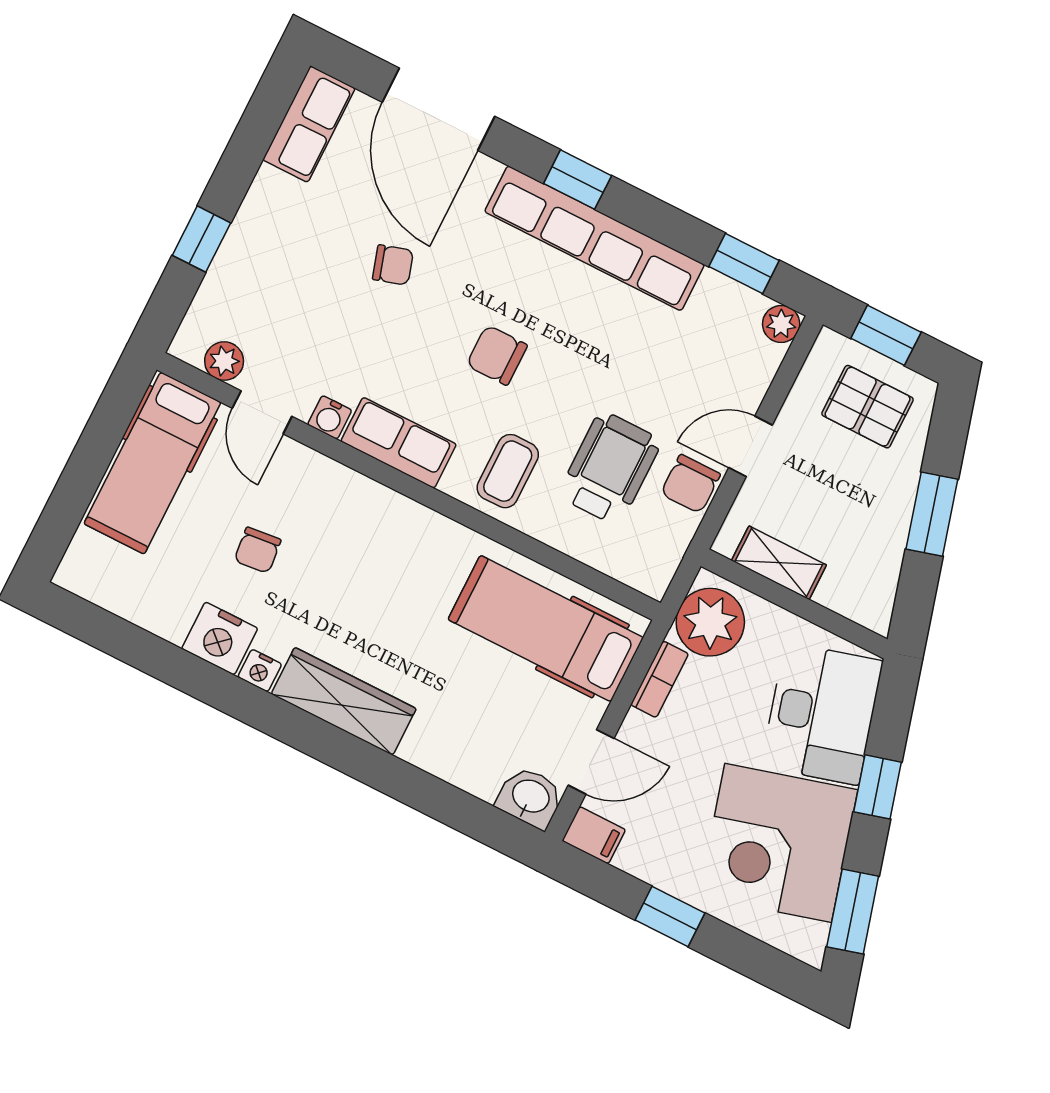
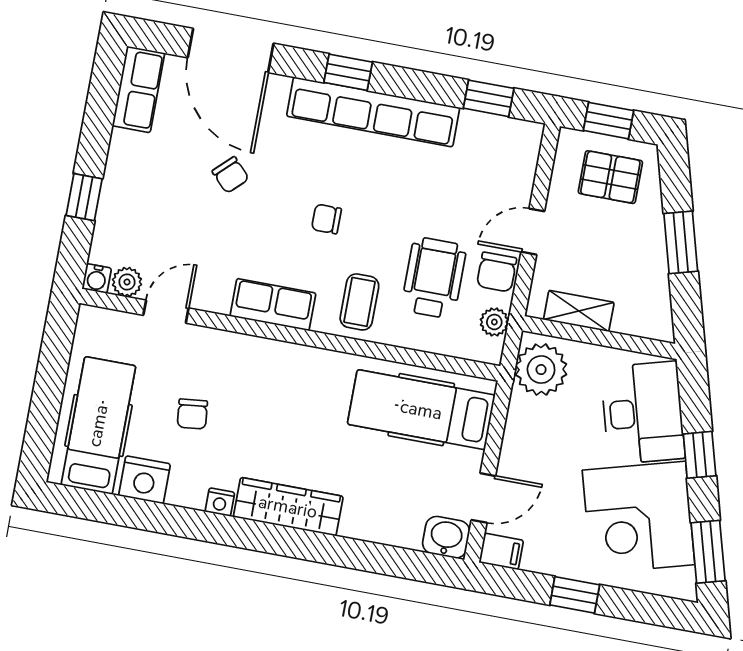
chair: (393, 265) -> (231, 175), turned 63
plant: (781, 324) -> (494, 322), moved
chair: (497, 355) -> (326, 219), width x0.73, depth x0.73
door: (262, 412) -> (166, 312), swing flipped
water cooler: (330, 417) -> (97, 278), moved
hospital bed: (152, 463) -> (98, 426), moved, turned 180
nightstand: (220, 638) -> (144, 480), moved
bookcase: (660, 679) -> (516, 422), removed

